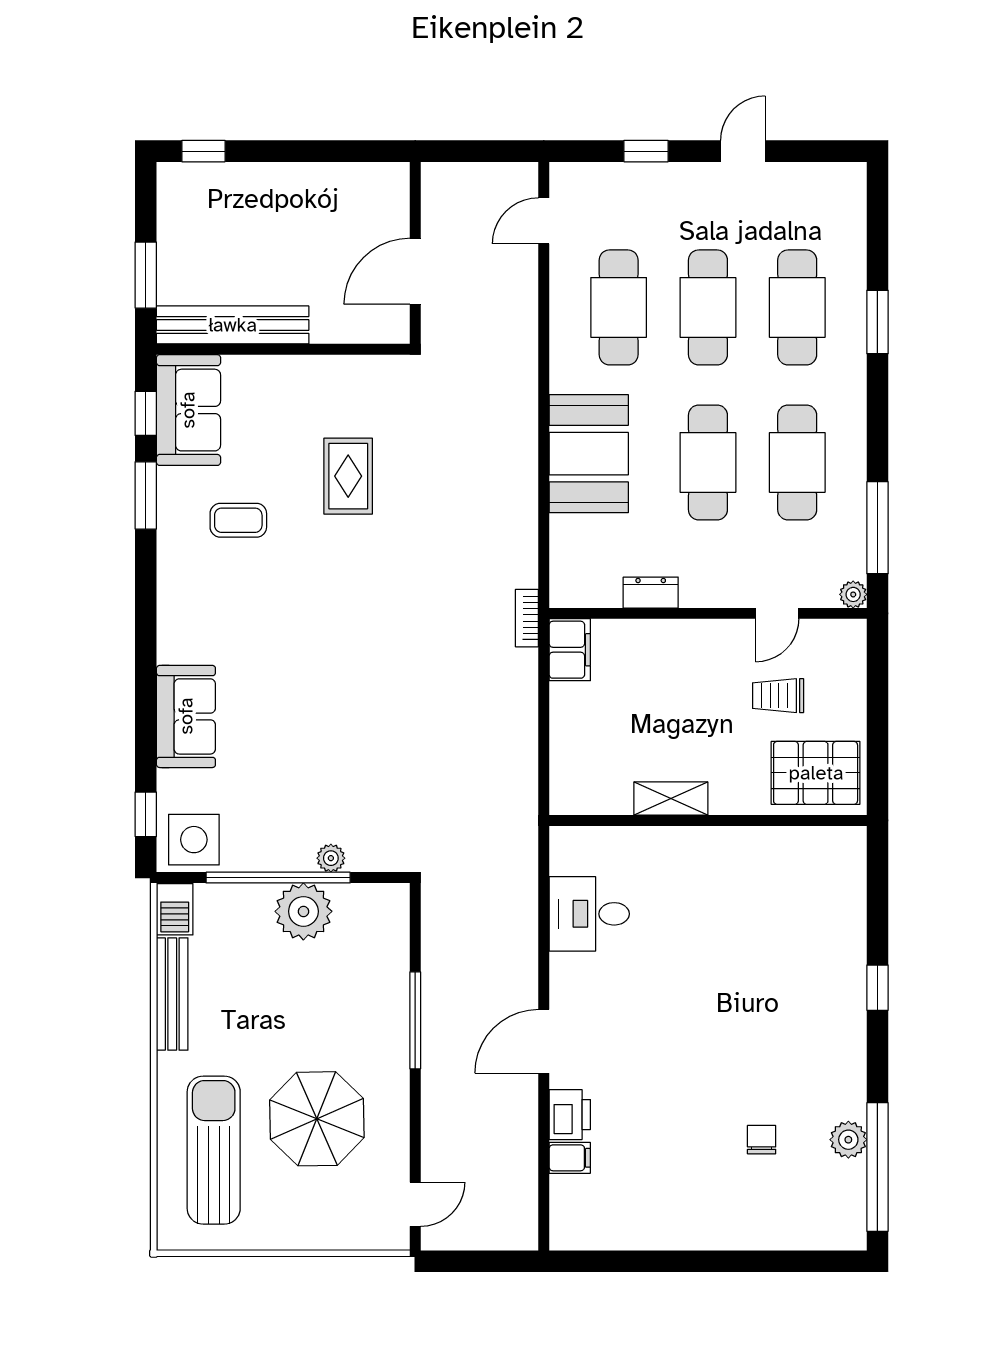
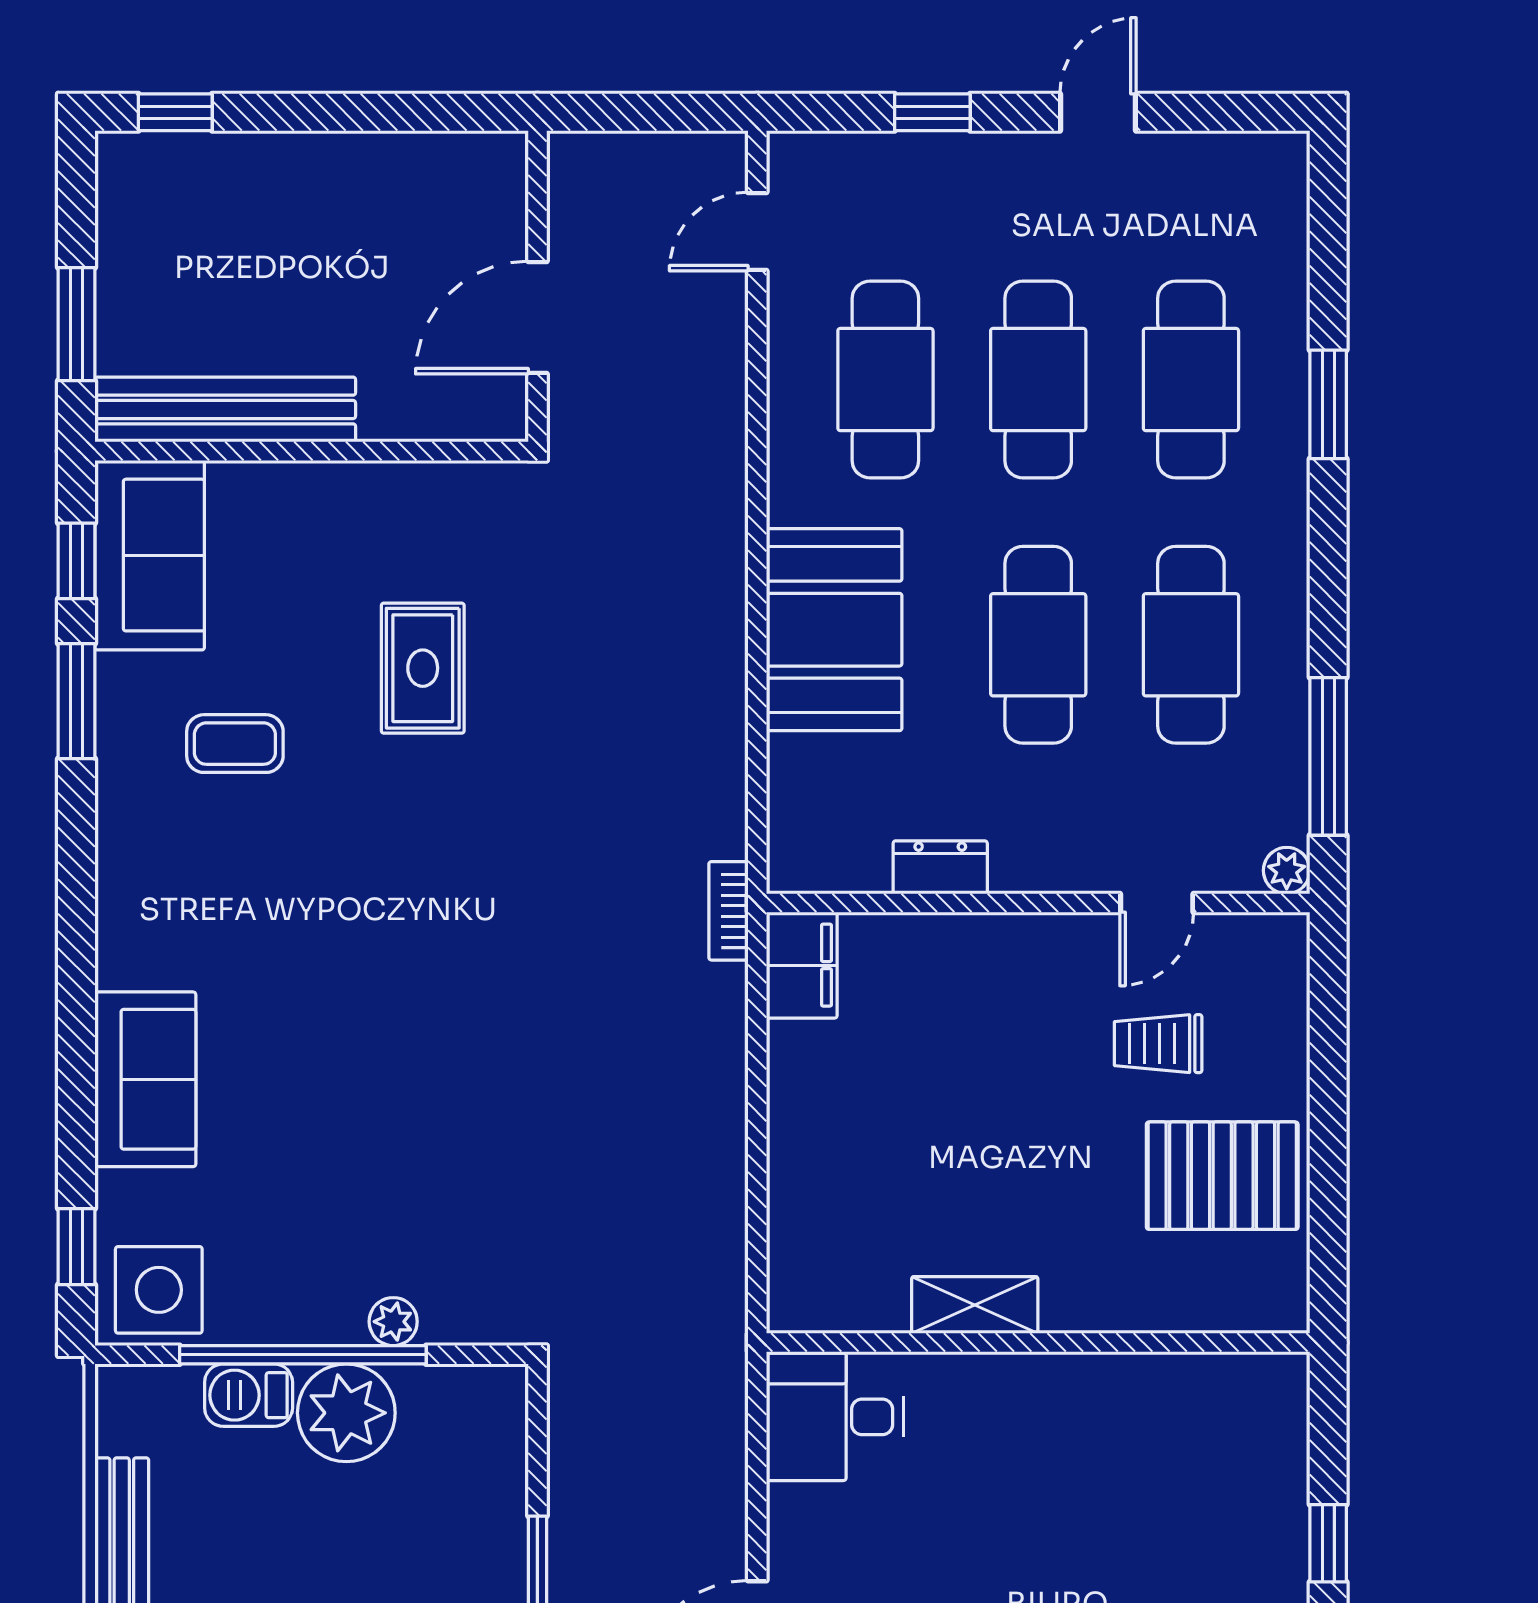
shelving: (671, 798) -> (975, 1305), moved
wall: (708, 820) -> (1038, 1343), moved
barbecue: (175, 909) -> (249, 1395), moved, turned 90

